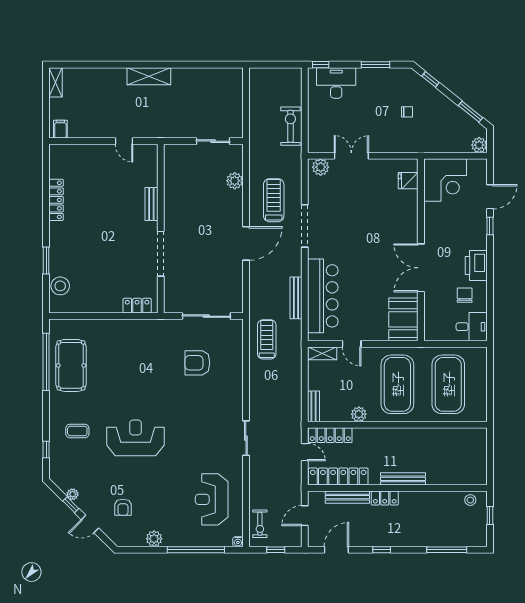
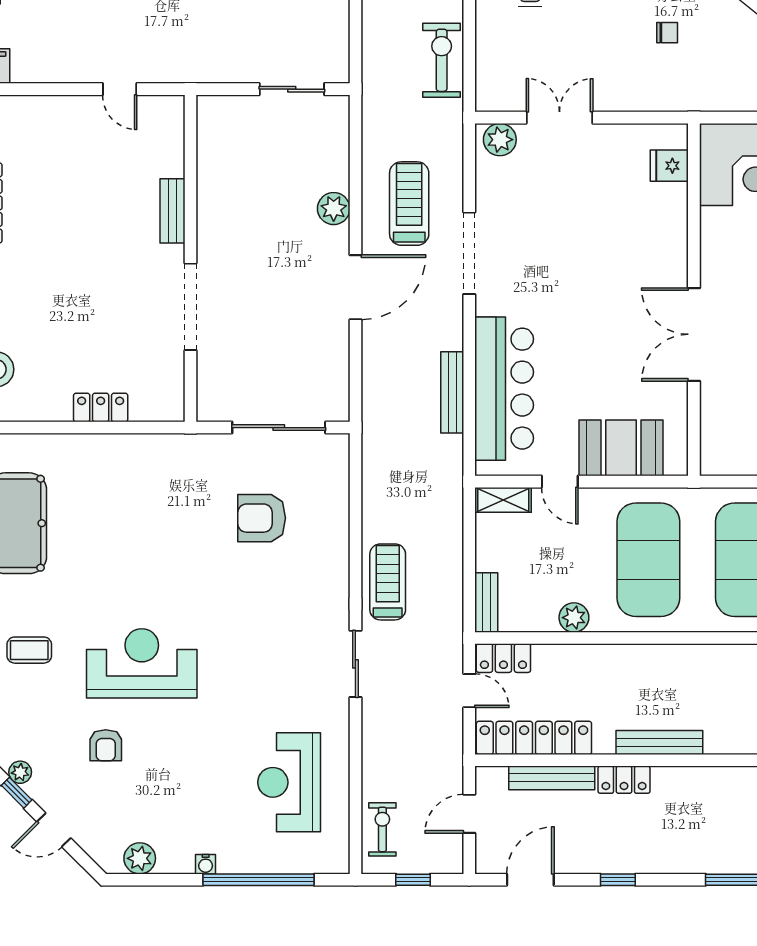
plant: (235, 181) -> (334, 209), moved
locker: (137, 306) -> (101, 407), moved
booth: (403, 319) -> (621, 448), moved, turned 90
treadmill: (267, 339) -> (388, 582), moved
locker: (330, 435) -> (503, 658), width x0.66
armchair: (123, 507) -> (106, 745), moved
exercise bike: (260, 524) -> (382, 829), turned 180
plant: (154, 539) -> (140, 858), moved
water cooler: (238, 542) -> (206, 864), moved

